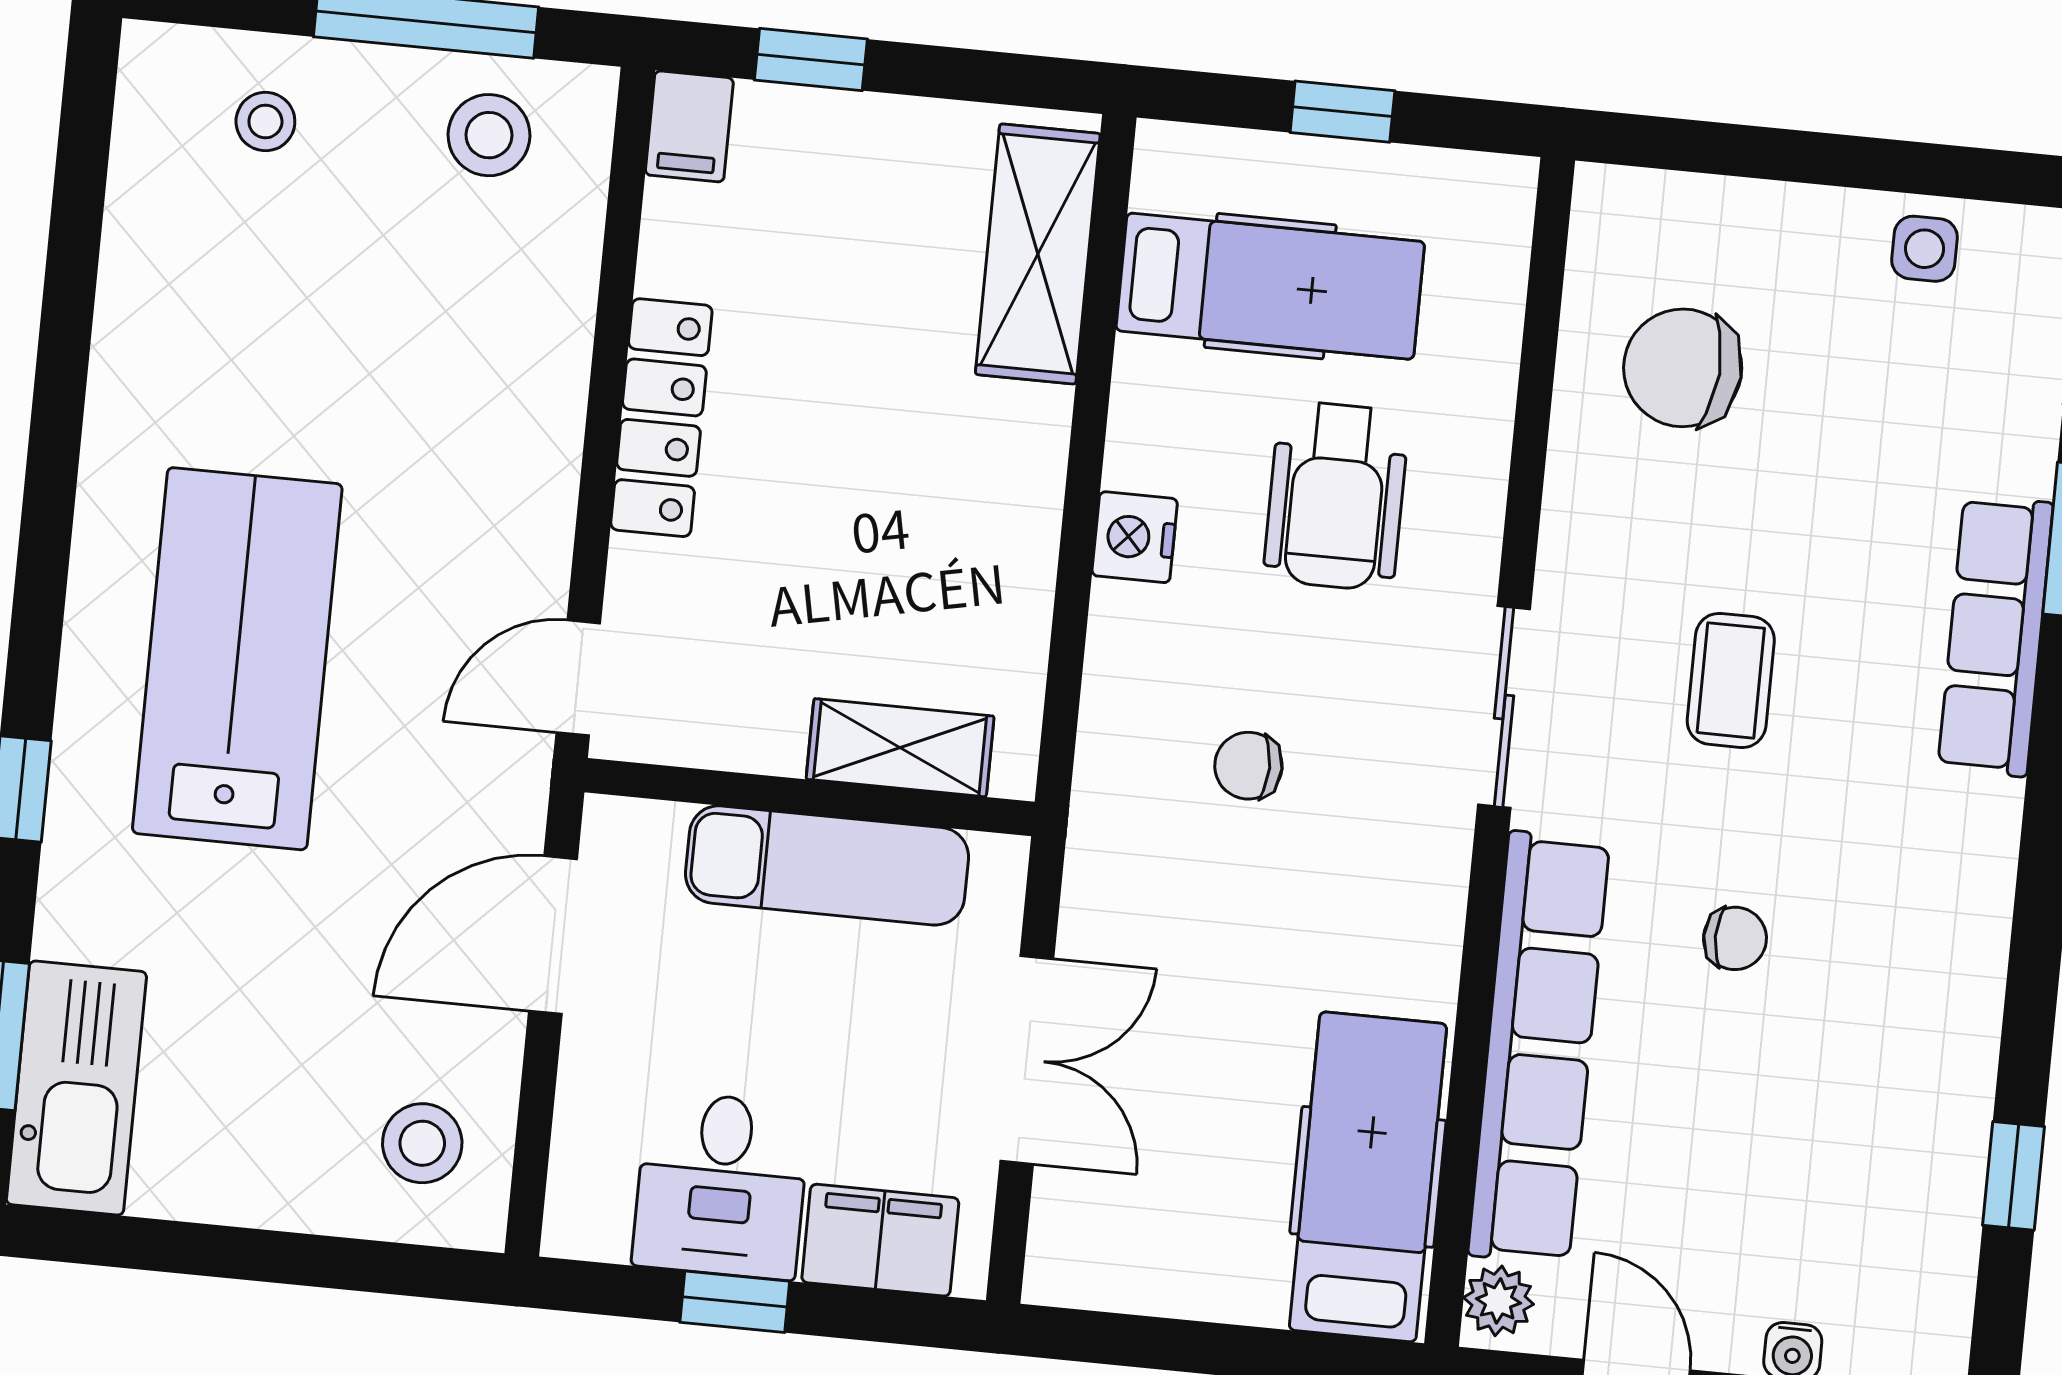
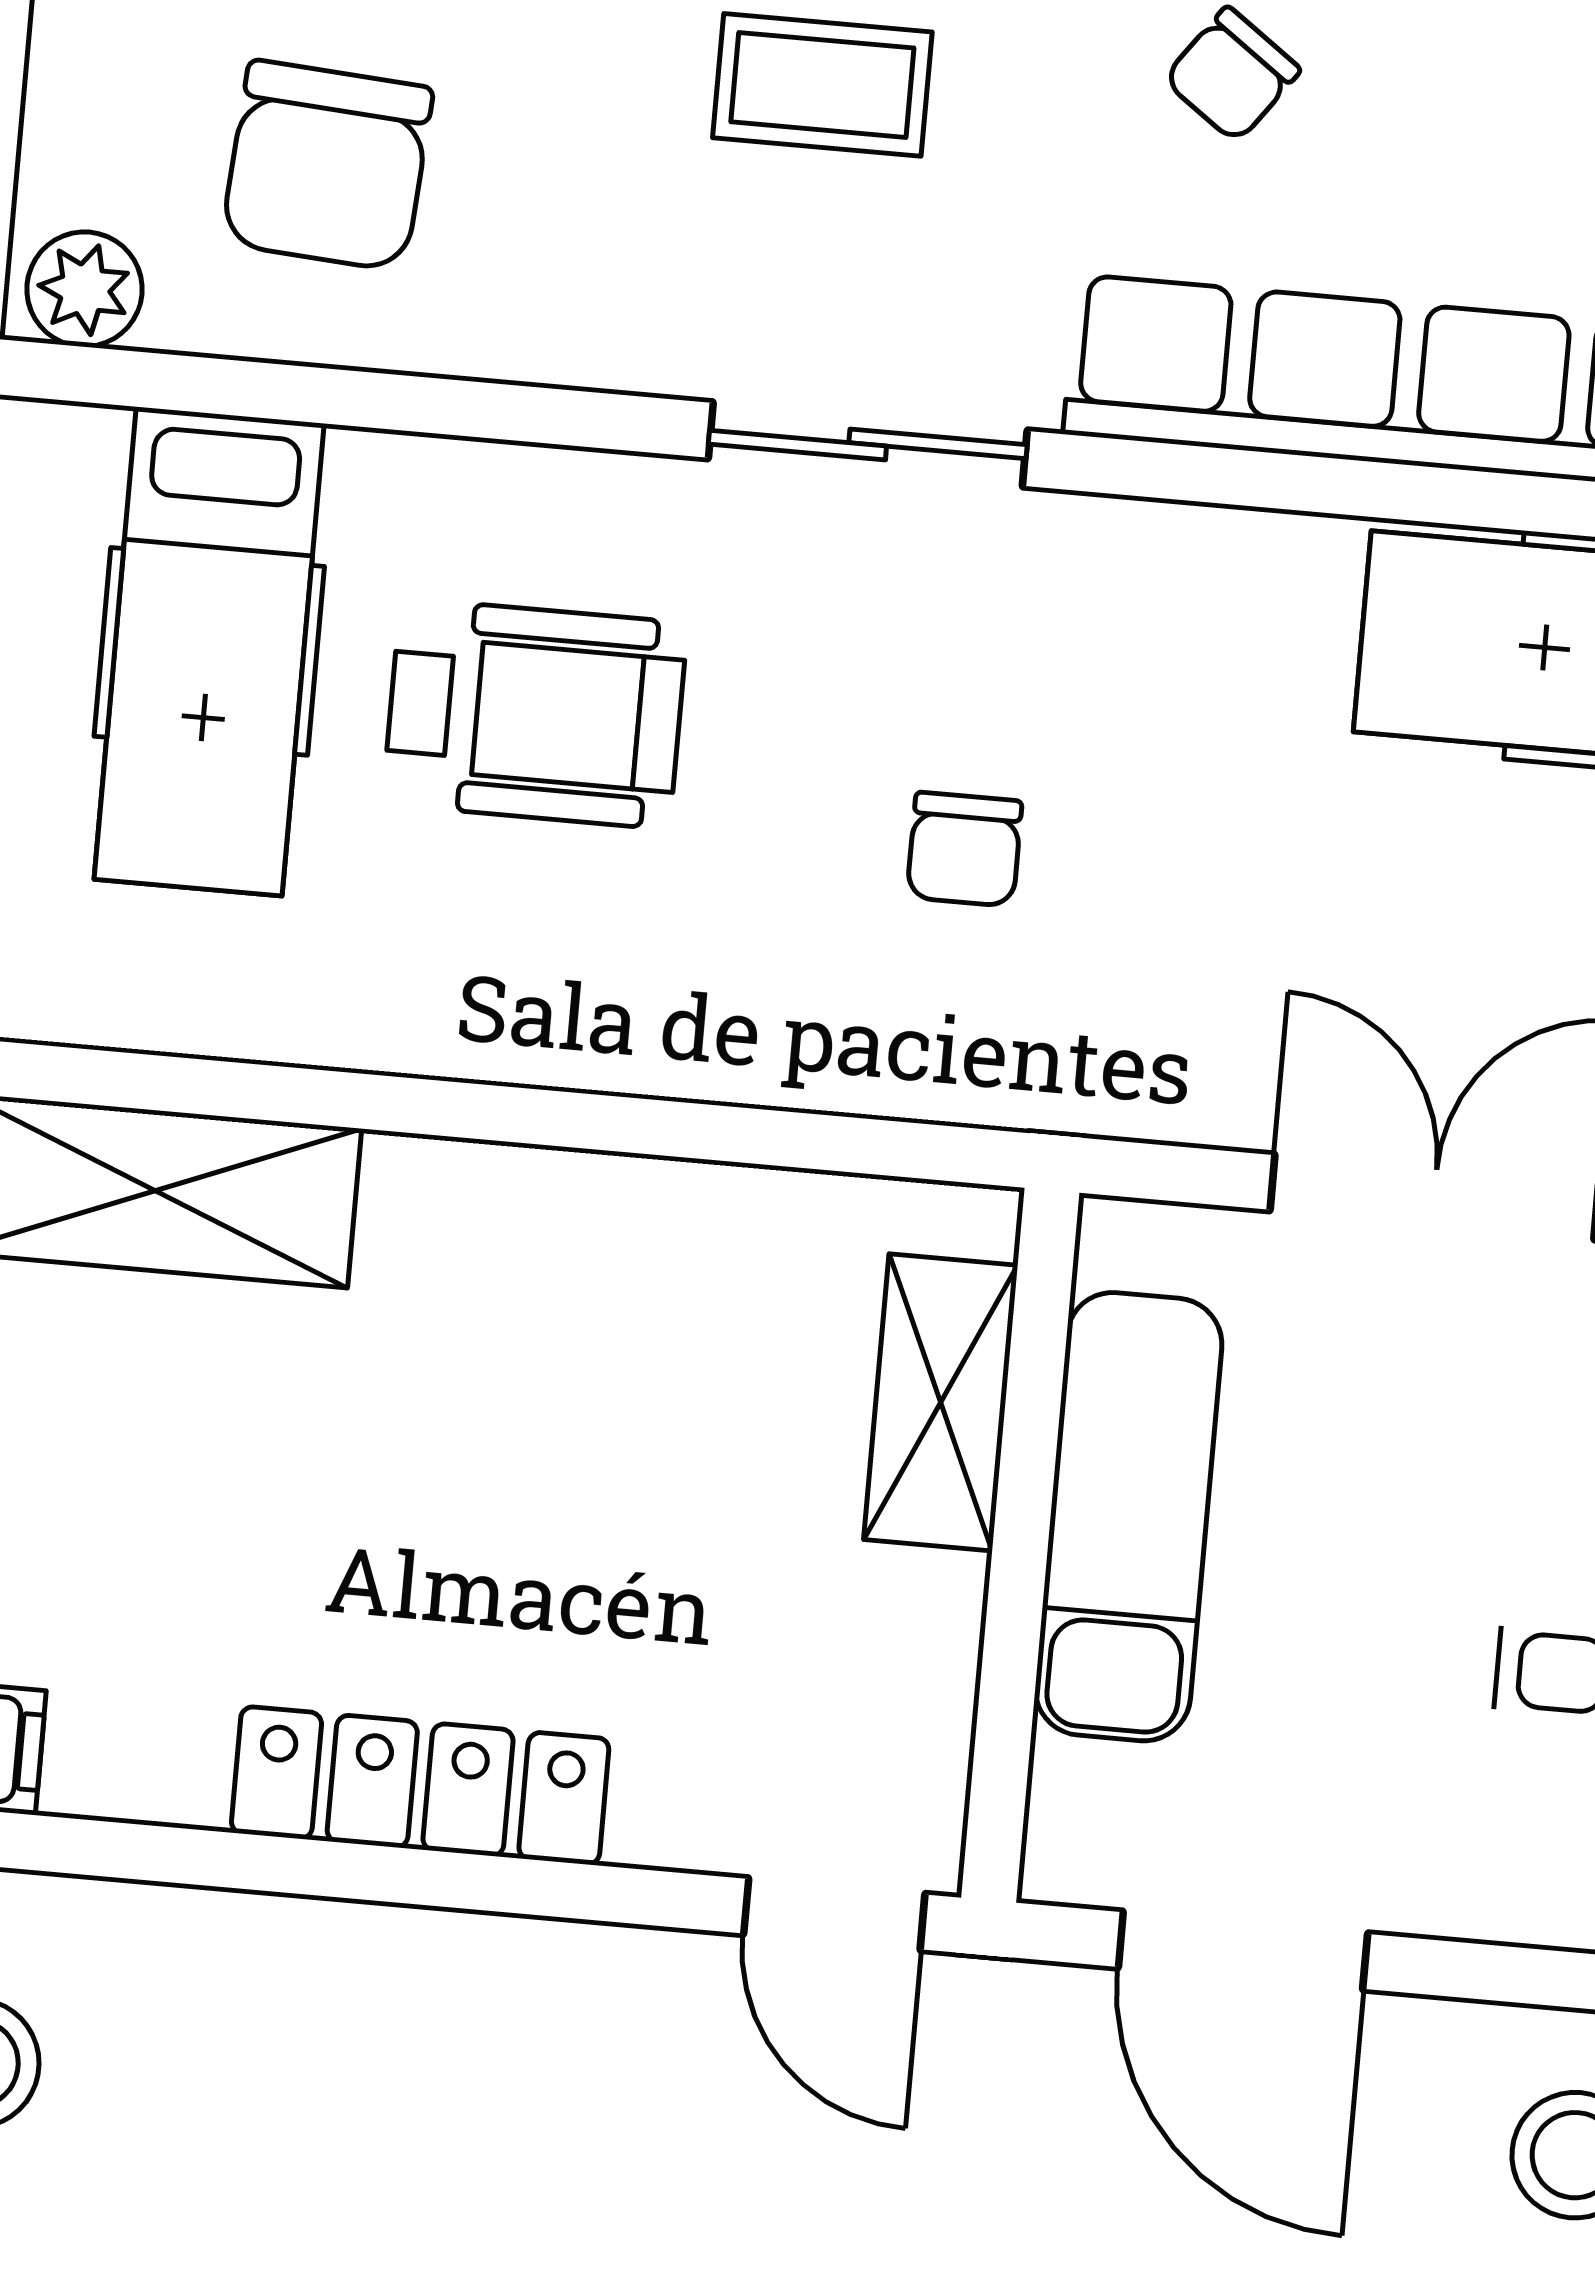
plant: (1606, 214) -> (85, 289), added
hospital bed: (1270, 286) -> (209, 651), moved, turned 180
nightstand: (1135, 537) -> (603, 1033), removed
chair: (1735, 938) -> (1232, 75), turned -144

